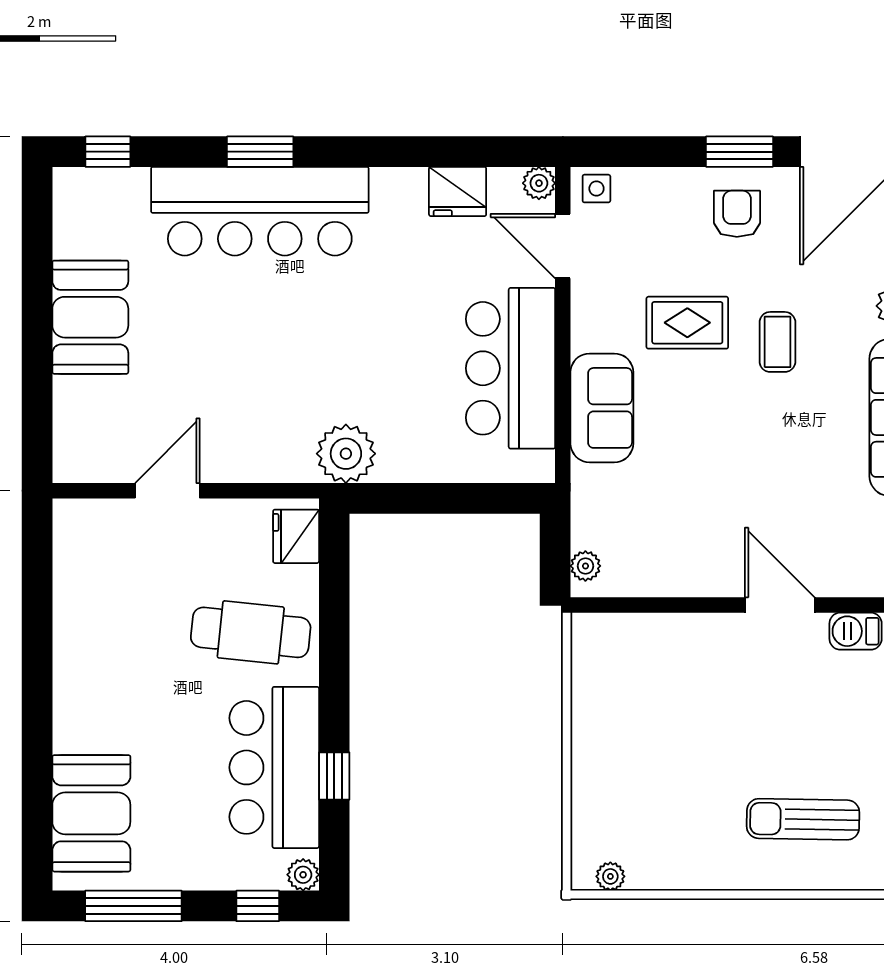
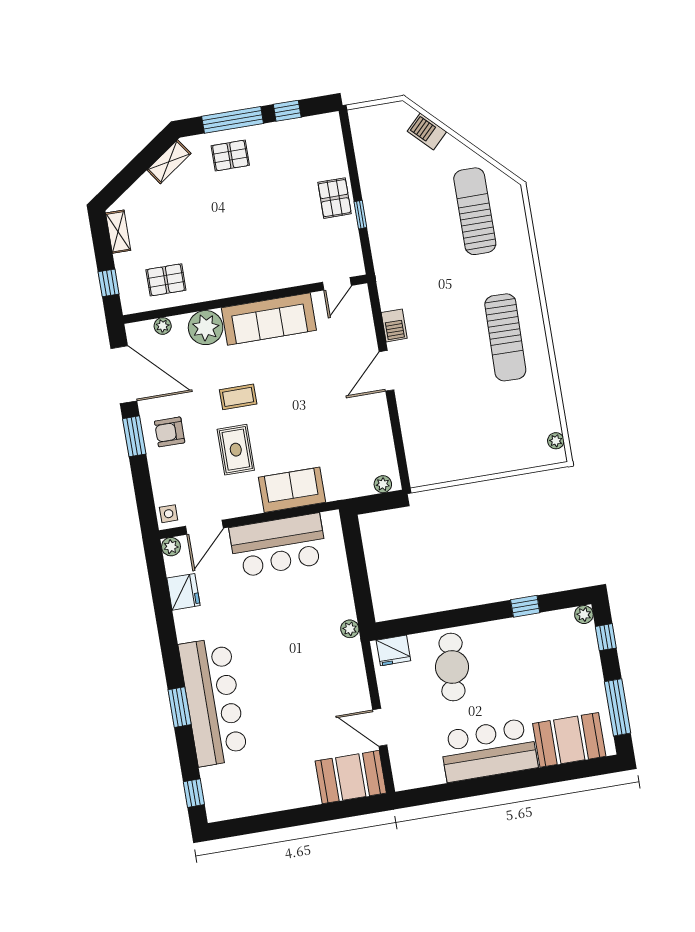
booth: (90, 317) -> (351, 777), moved
plant: (346, 454) -> (350, 629), width x0.53, depth x0.53
bar counter: (274, 767) -> (489, 750), moved, turned 180
sun lounger: (803, 819) -> (505, 337), width x1.36, depth x1.34

